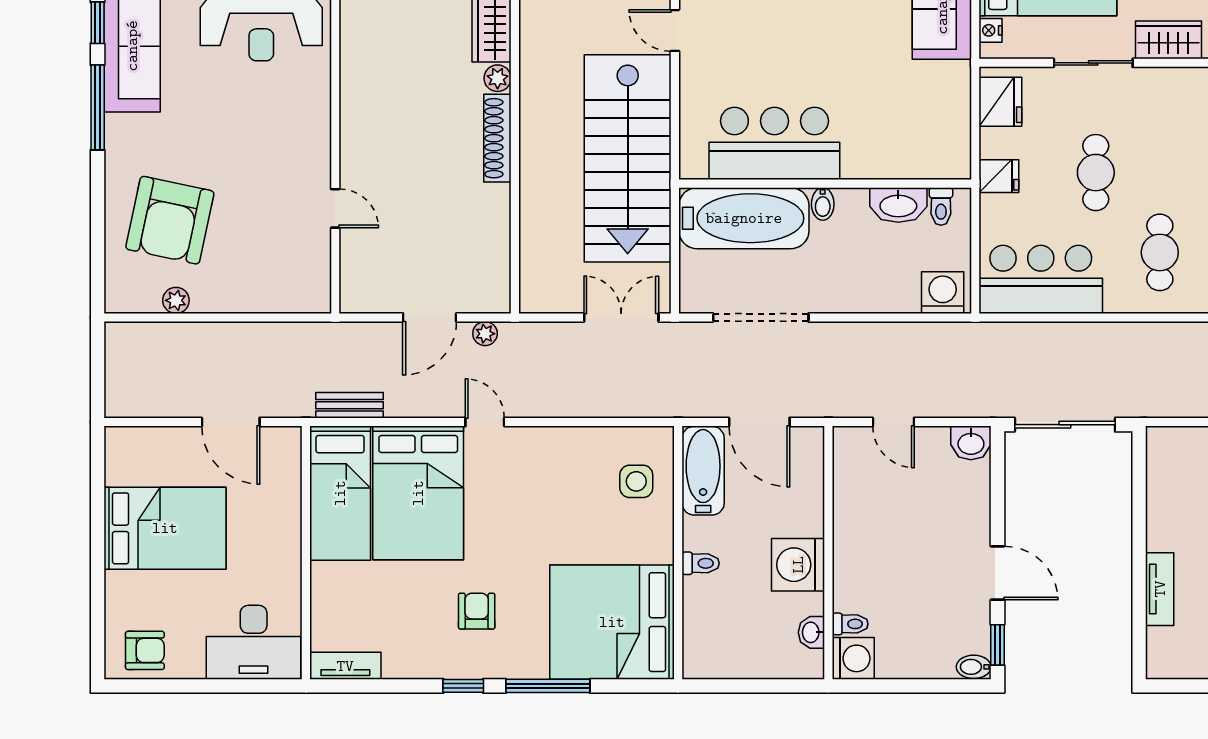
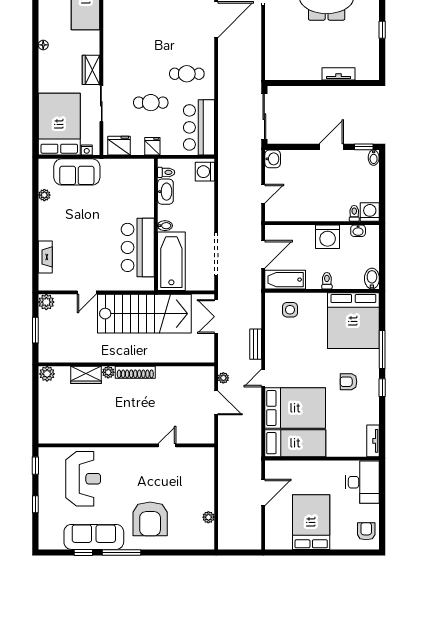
armchair: (170, 220) -> (150, 519), moved, turned 78
bench: (349, 405) -> (256, 344), moved
bidet: (705, 663) -> (372, 279), added

